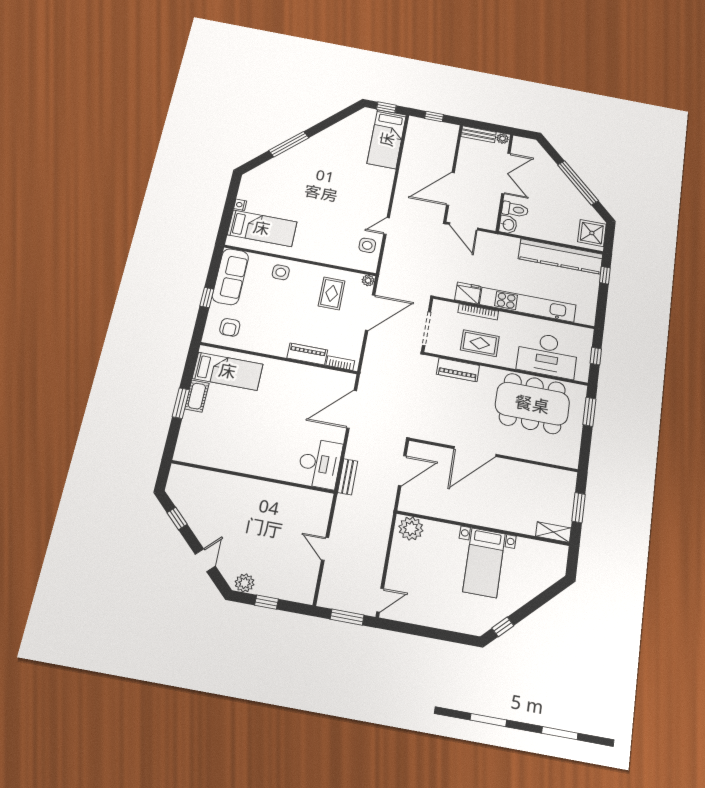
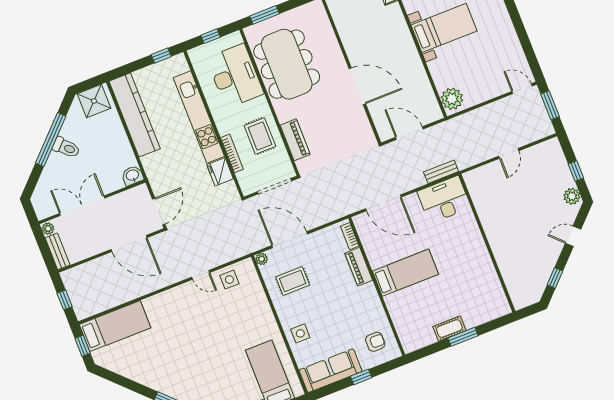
toilet: (515, 209) -> (66, 148), moved, turned 135
window: (605, 275) -> (161, 56), moved
bed: (228, 371) -> (405, 273), moved, turned 90

